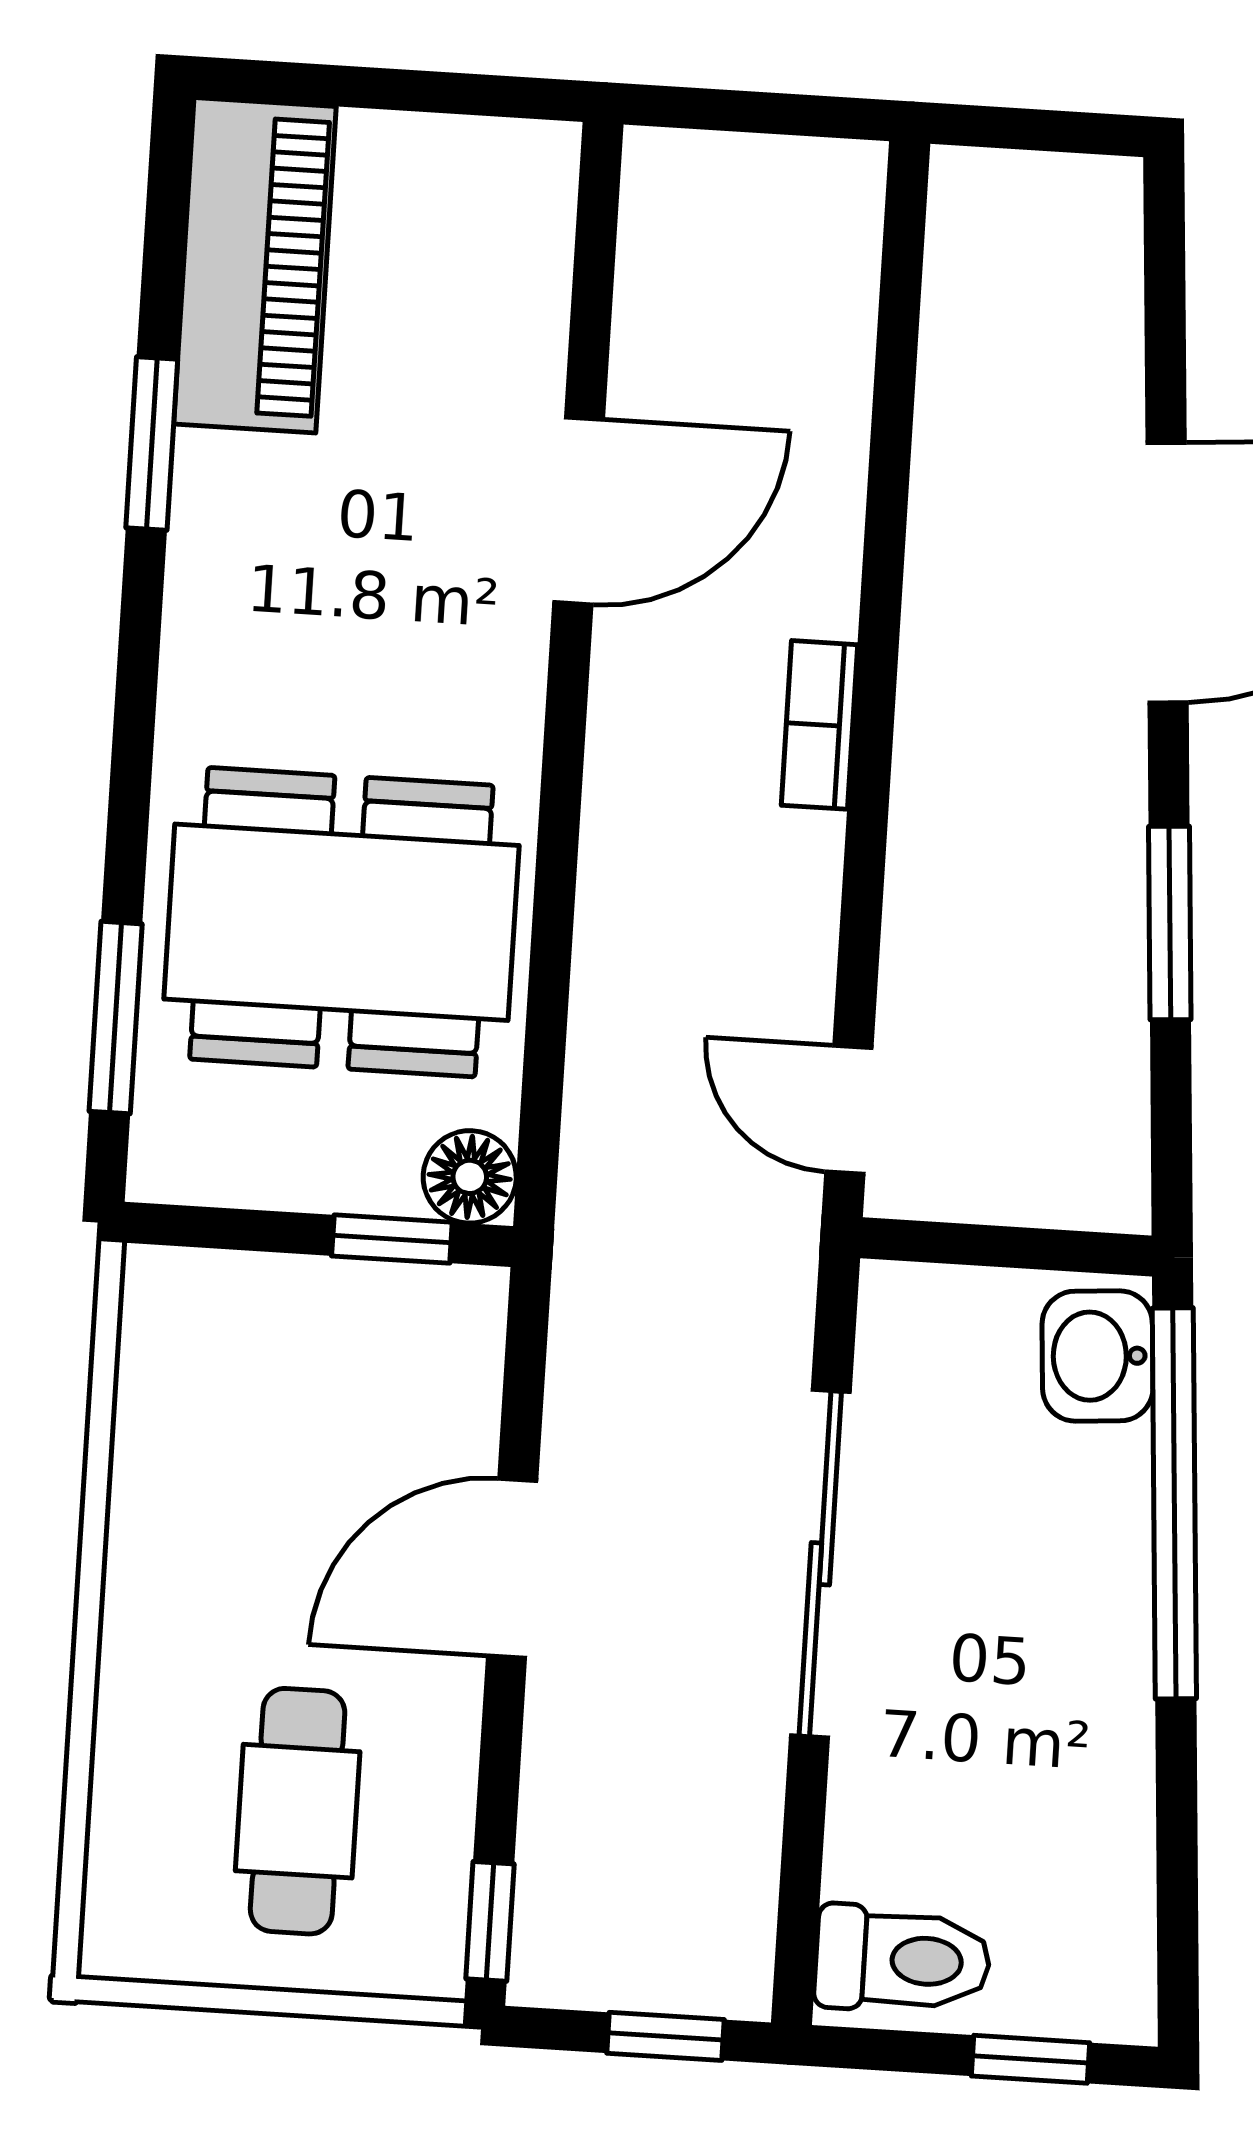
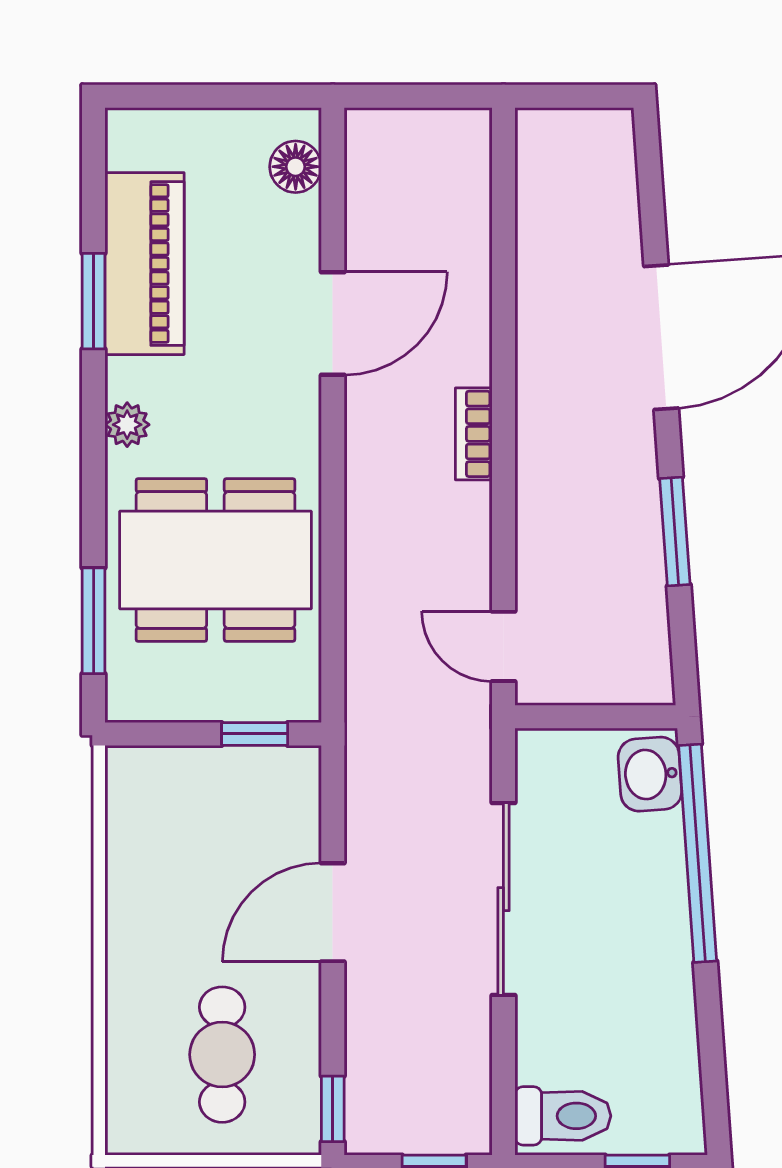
piano: (255, 265) -> (144, 264), moved
plant: (198, 669) -> (127, 425), added
floor lamp: (470, 1177) -> (296, 167), moved

